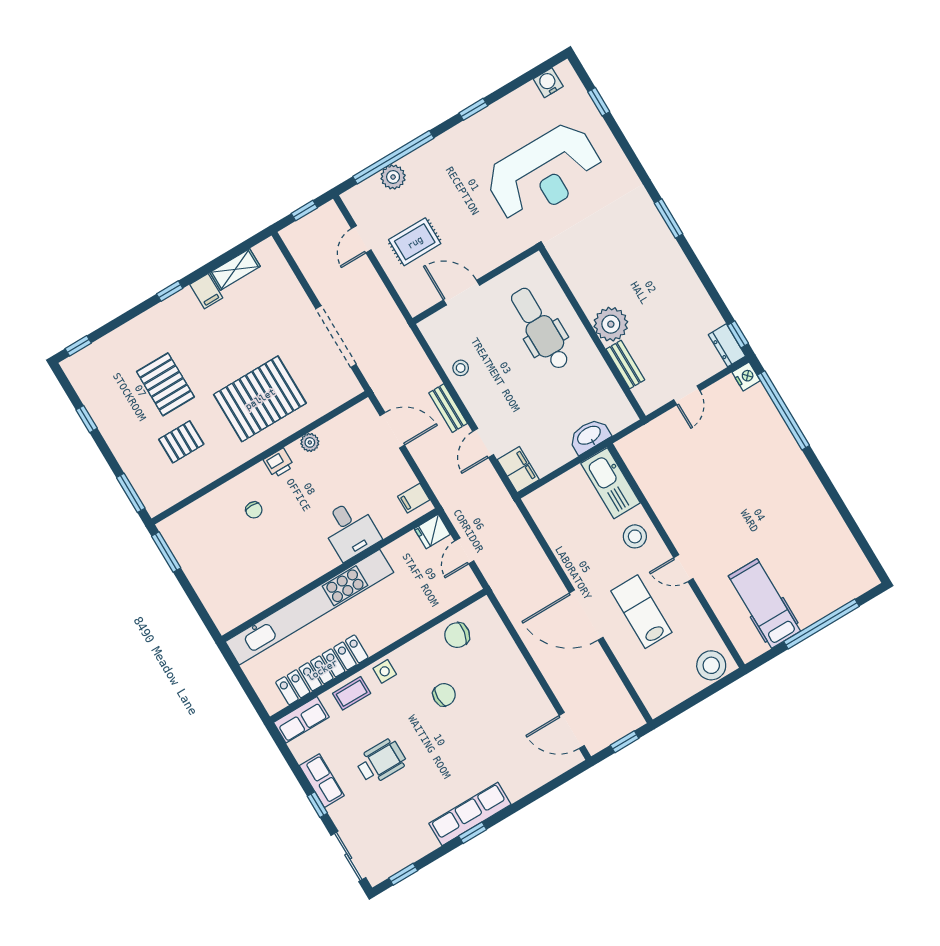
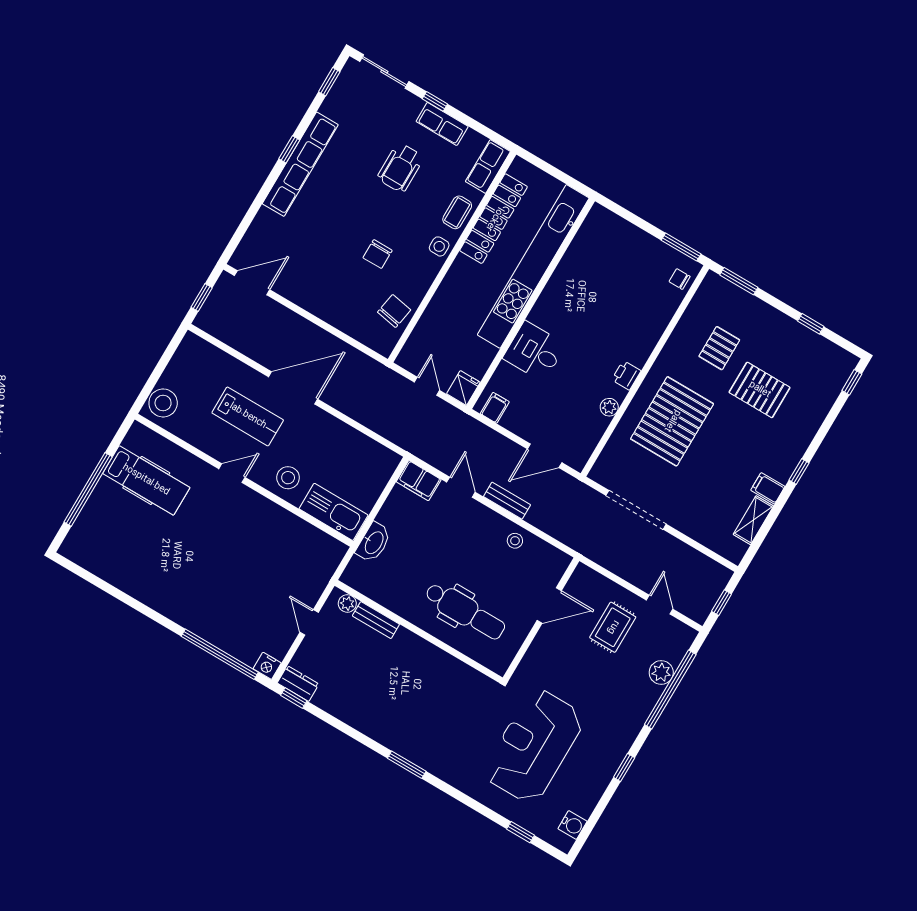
plant: (611, 324) -> (347, 603), moved, width x0.53, depth x0.53
chair: (254, 510) -> (680, 279), moved
row of seats: (470, 814) -> (300, 164), width x1.36

